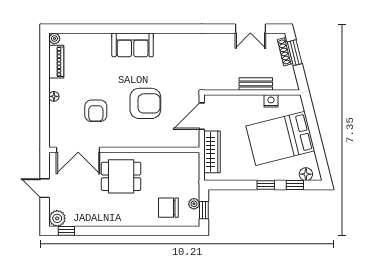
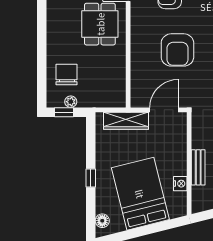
door: (202, 116) -> (164, 110), hinge flipped
window: (295, 185) -> (91, 209), removed

